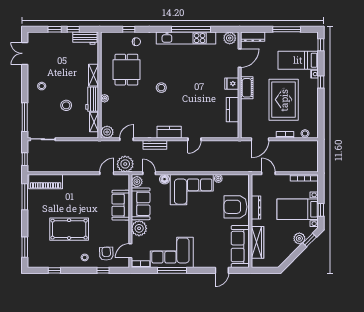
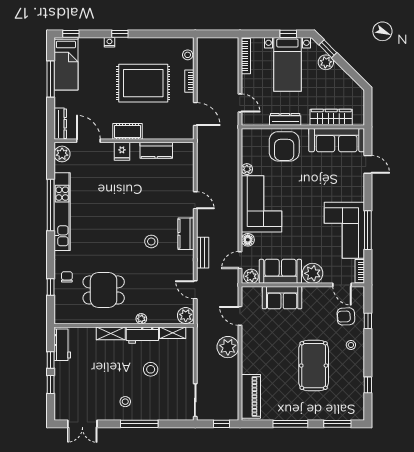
bed: (298, 60) -> (66, 64), moved
stool: (161, 88) -> (151, 241), moved
window: (25, 117) -> (139, 424), moved
plant: (125, 164) -> (228, 347), moved
door: (268, 173) -> (240, 103), swing flipped
window: (25, 197) -> (290, 424), moved

